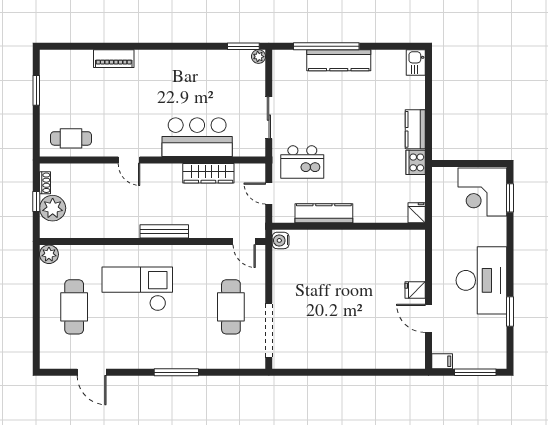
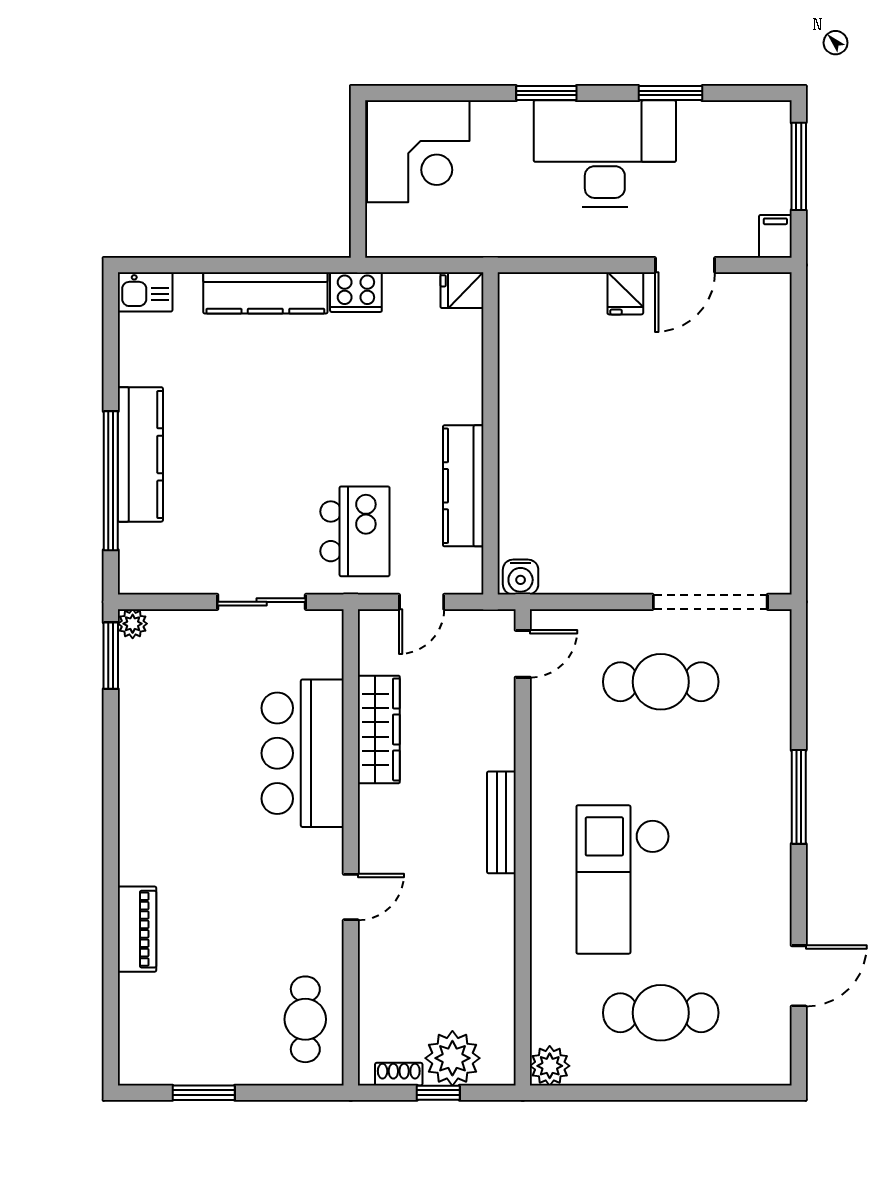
kitchen counter: (415, 129) -> (265, 293), width x1.50
window: (510, 198) -> (546, 93), moved

